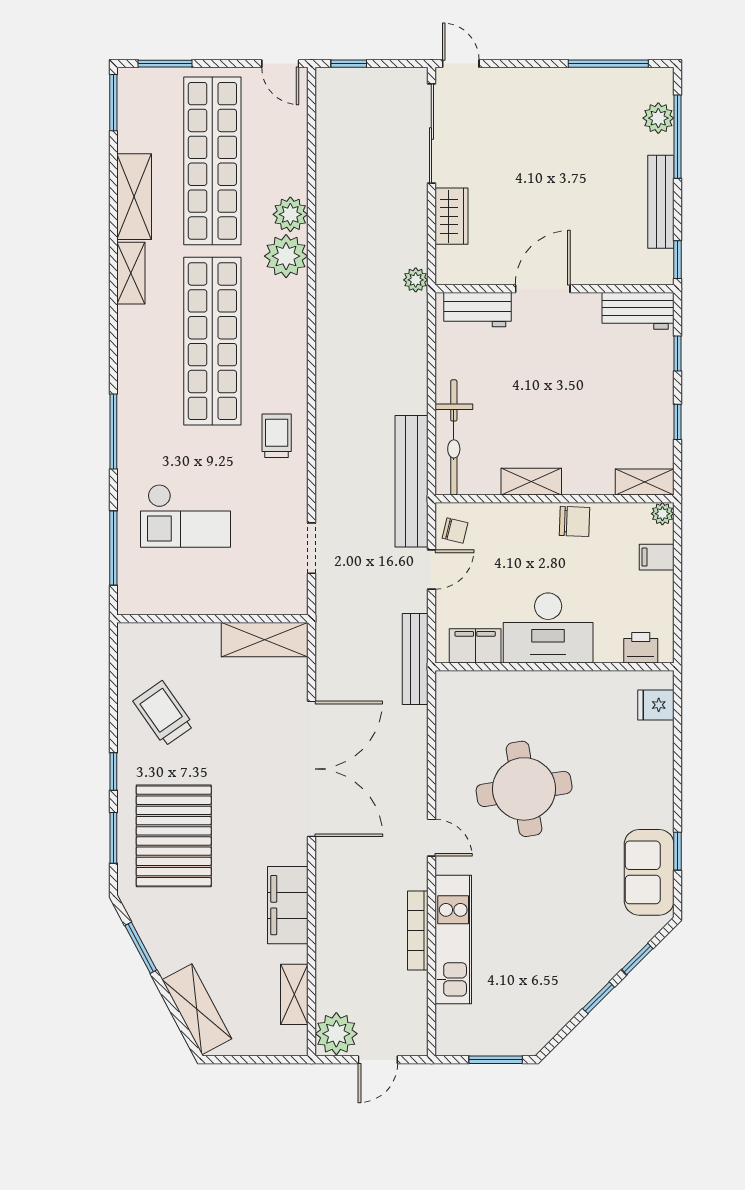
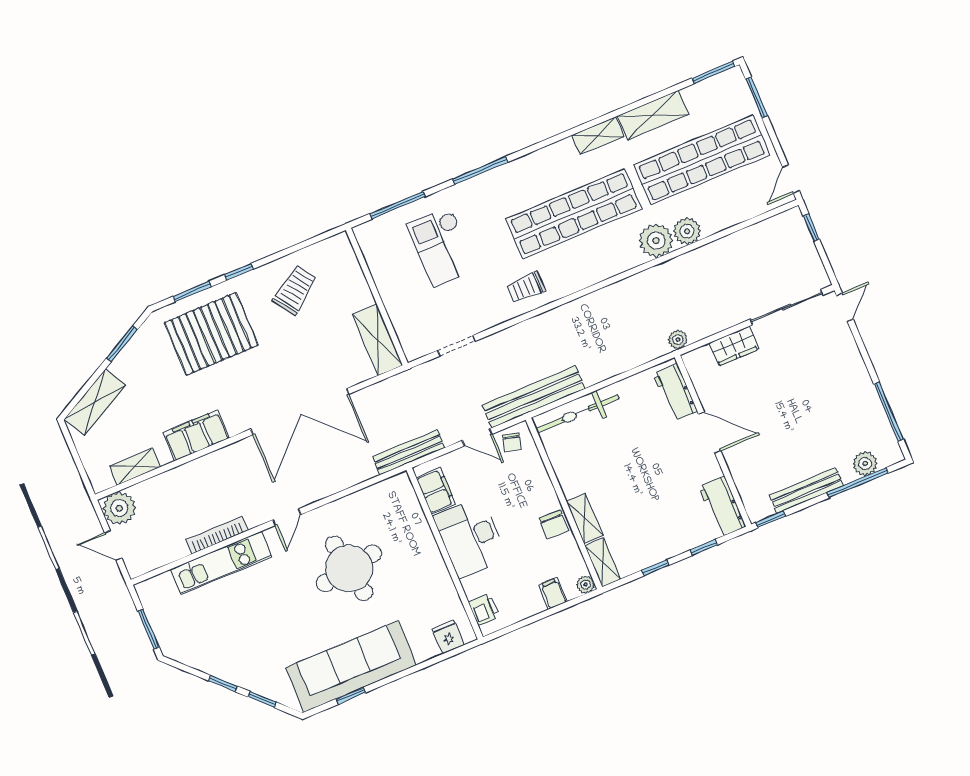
trolley: (277, 436) -> (526, 287), turned 180
shelving: (531, 482) -> (585, 518), moved
sofa: (649, 872) -> (351, 666), width x1.85, depth x1.27

